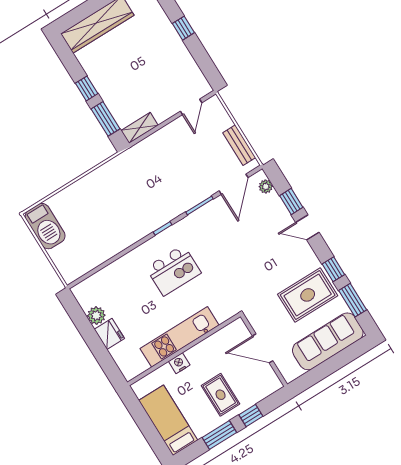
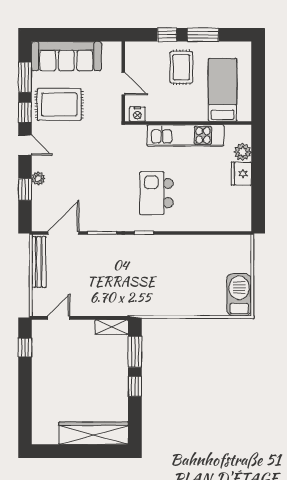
window: (183, 28) -> (25, 347), moved
bench: (239, 145) -> (39, 262), width x1.36
plant: (266, 186) -> (38, 178), moved
door: (307, 227) -> (25, 145), moved
kitchen island: (173, 270) -> (156, 193), turned -90
plant: (96, 316) -> (243, 152), moved
door: (263, 348) -> (123, 84), width x0.73
nightstand: (179, 363) -> (137, 114), moved
bed: (168, 420) -> (223, 90), moved, turned 180

